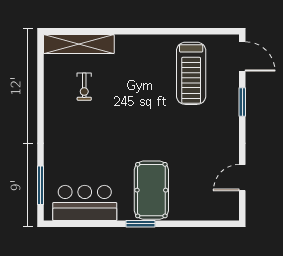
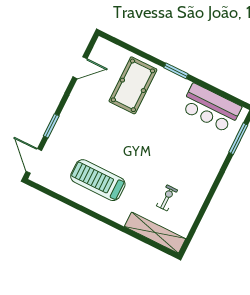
treadmill: (191, 73) -> (98, 180), moved, turned -90
pool table: (151, 190) -> (133, 85), moved

